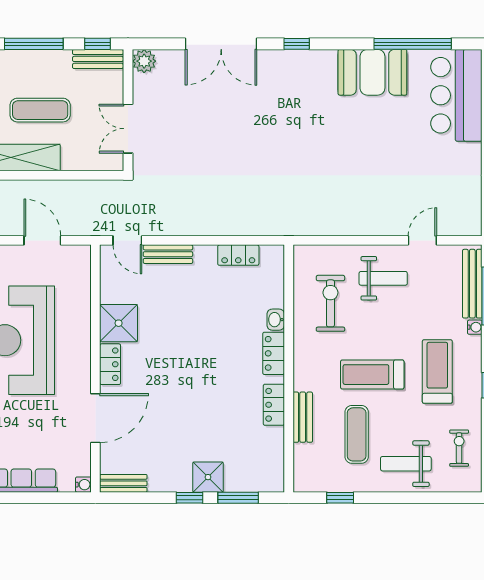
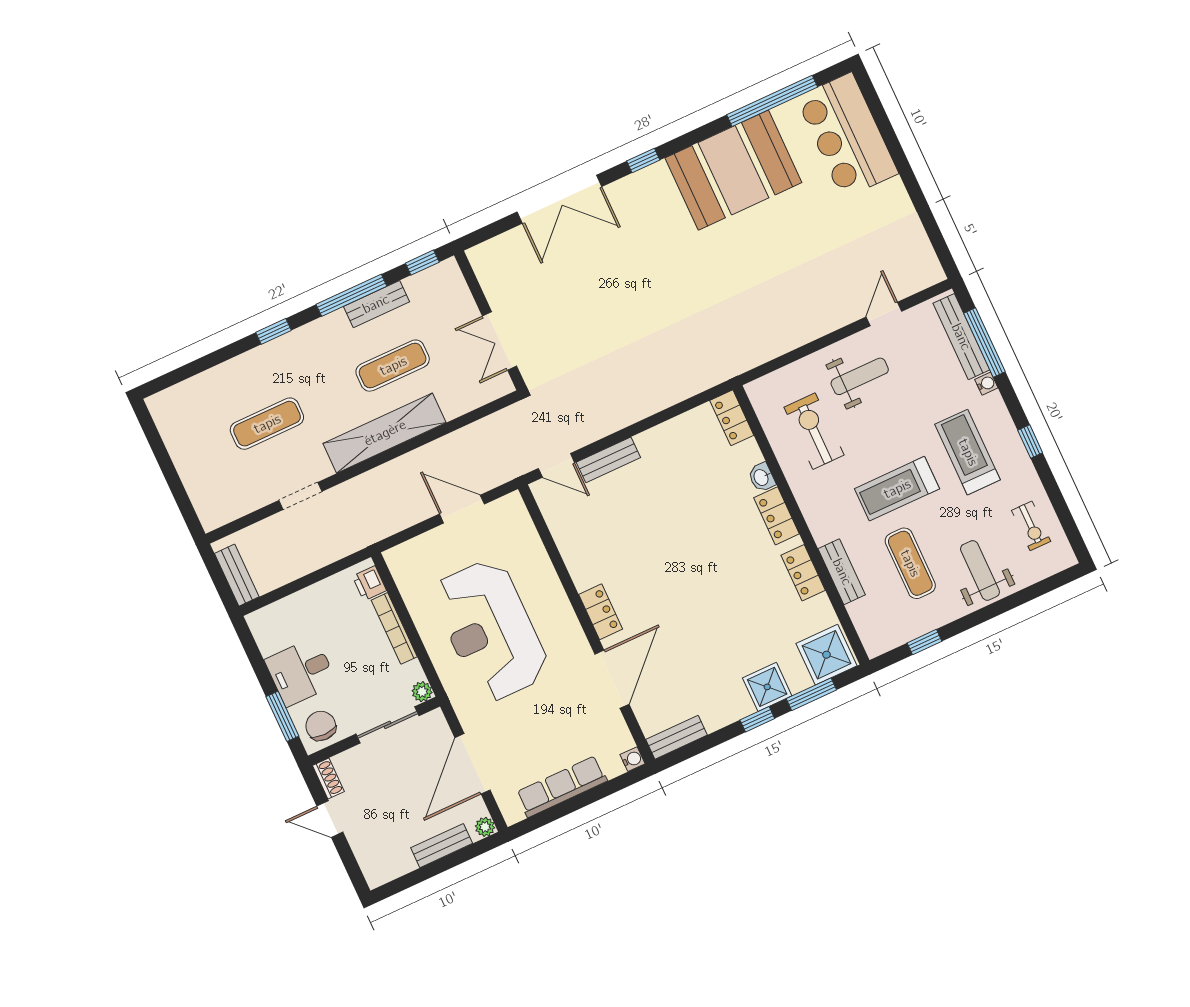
bench: (98, 59) -> (376, 304), moved
plant: (144, 61) -> (483, 258), removed
booth: (372, 72) -> (733, 170), width x1.36, depth x1.42
locker: (238, 255) -> (732, 418), moved, turned 90
shower: (119, 323) -> (827, 655), moved
exercise bike: (459, 448) -> (1031, 526), turned 180
weight bench: (406, 464) -> (980, 570), turned 90

